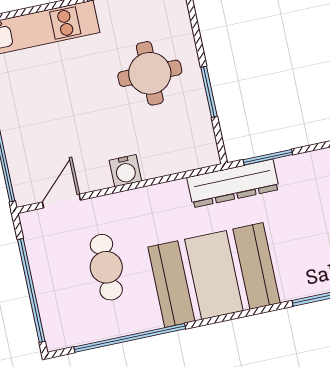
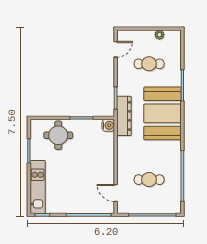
round table: (150, 73) -> (58, 135), moved
water cooler: (125, 171) -> (108, 125), moved
booth: (214, 275) -> (163, 113), moved

